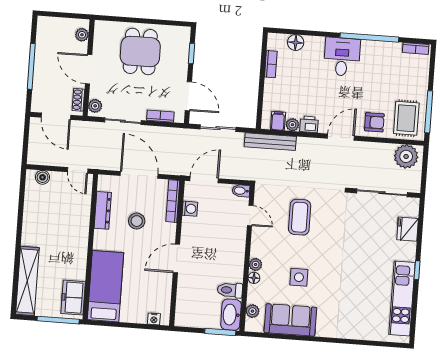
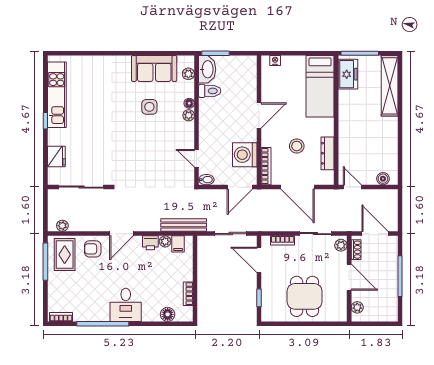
plant: (406, 156) -> (62, 226), width x0.53, depth x0.53
washing machine: (190, 209) -> (245, 155), width x1.89, depth x1.89
coffee table: (300, 217) -> (153, 160), removed

